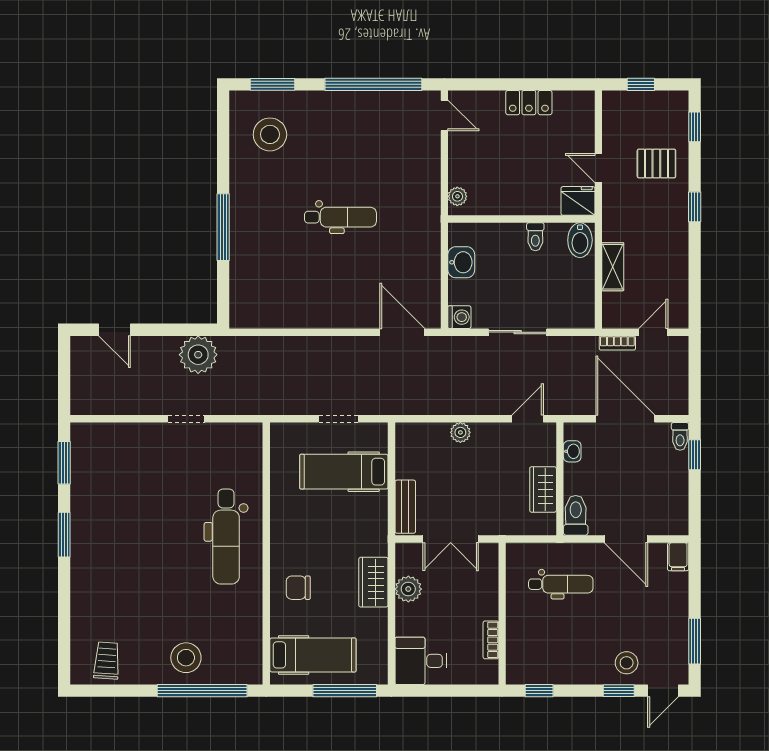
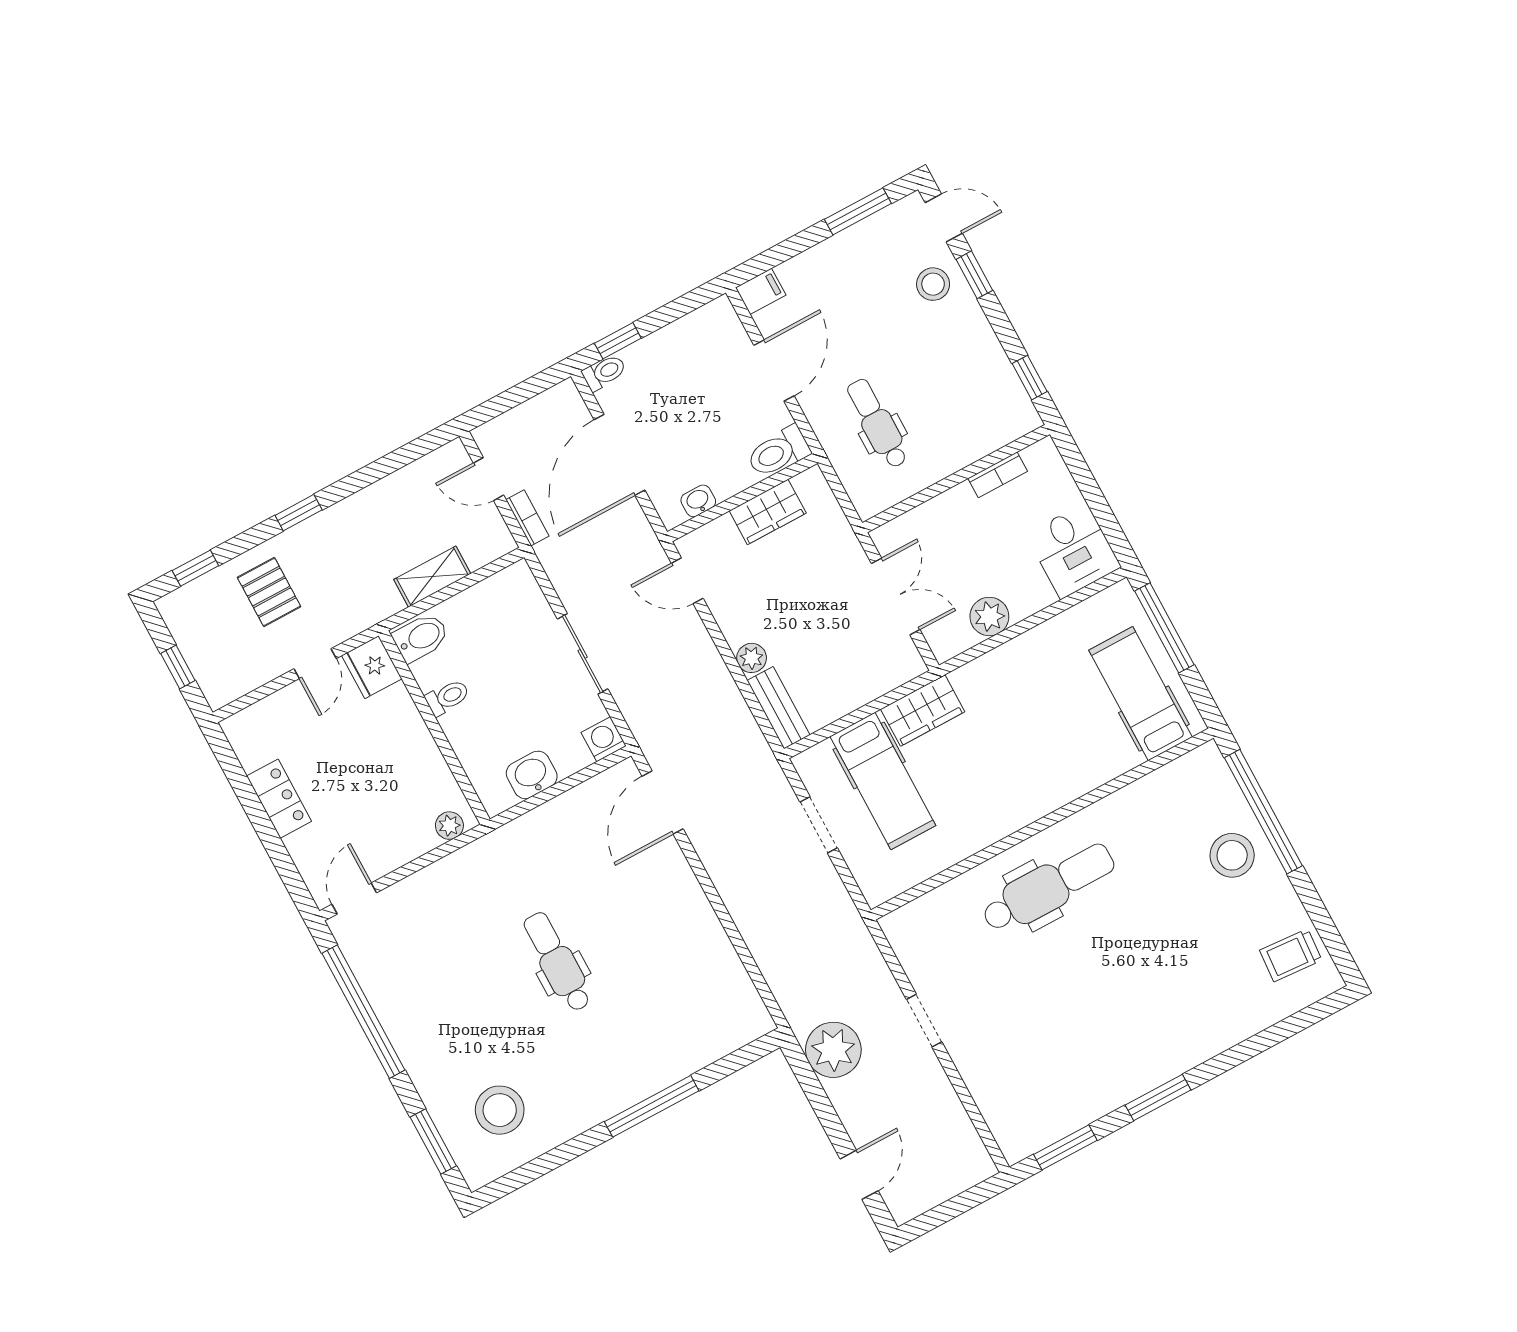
bench: (405, 507) -> (779, 708), moved, turned 90
wardrobe: (373, 582) -> (923, 710), moved
chair: (298, 588) -> (1064, 759), removed

